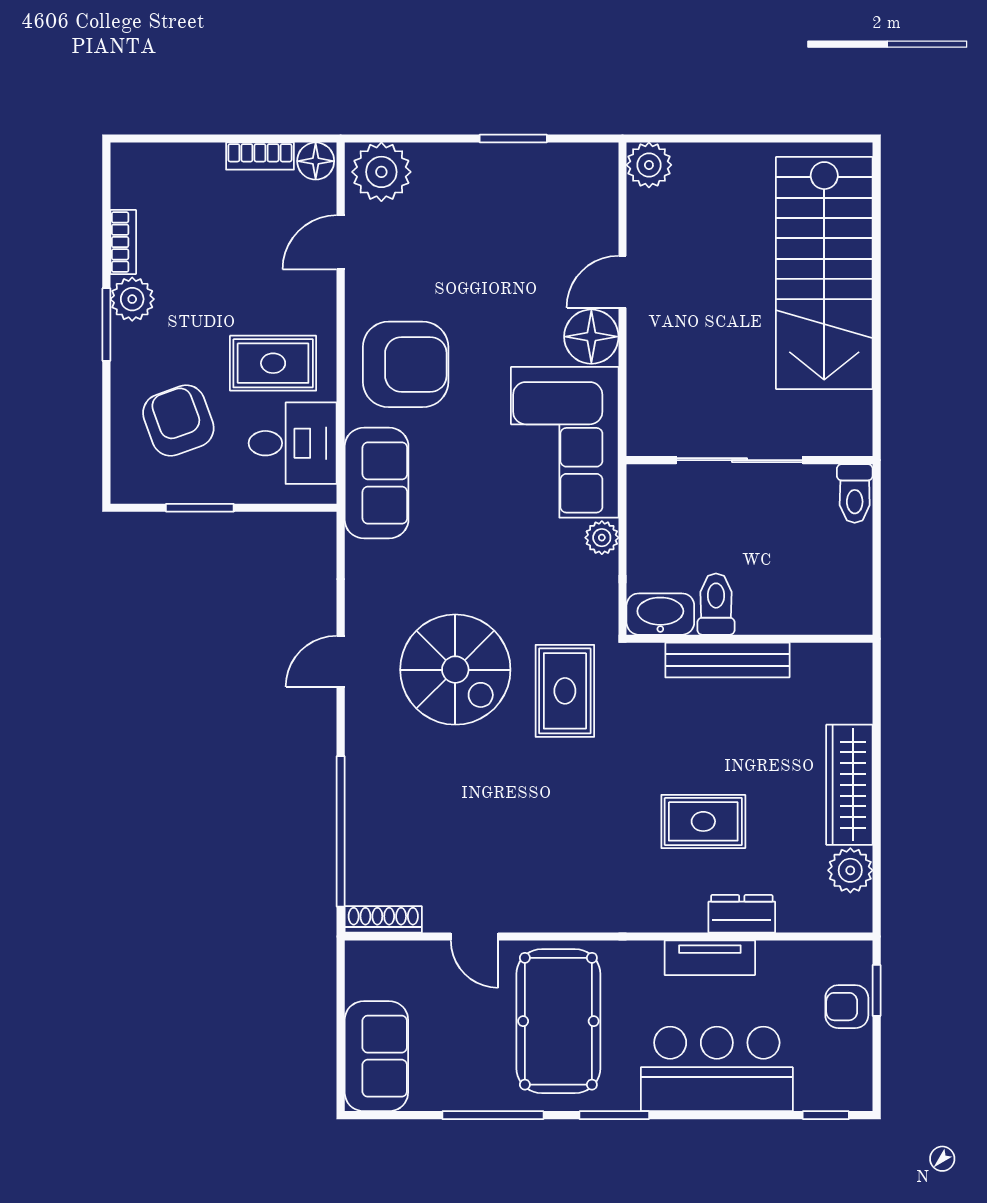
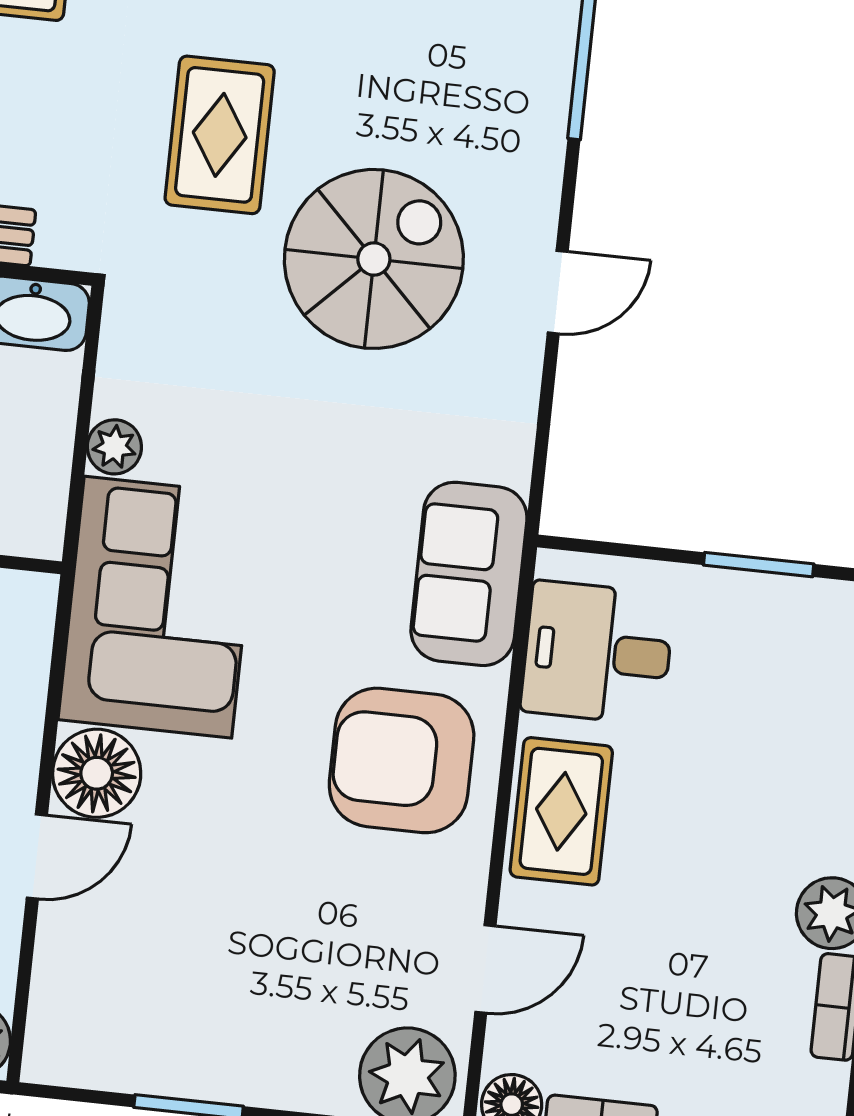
rug: (273, 363) -> (561, 811), moved, turned 90
armchair: (178, 421) -> (778, 709), removed
spiral stairs: (455, 670) -> (374, 259), turned 90
rug: (565, 691) -> (220, 135), moved

